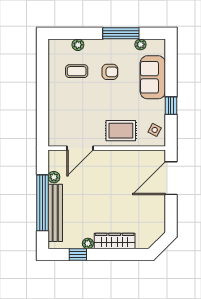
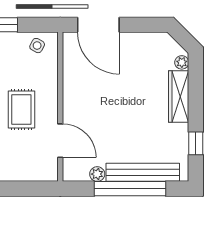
rug: (121, 131) -> (21, 109), moved
plant: (88, 243) -> (182, 62), moved

